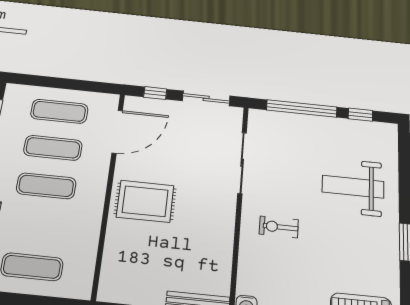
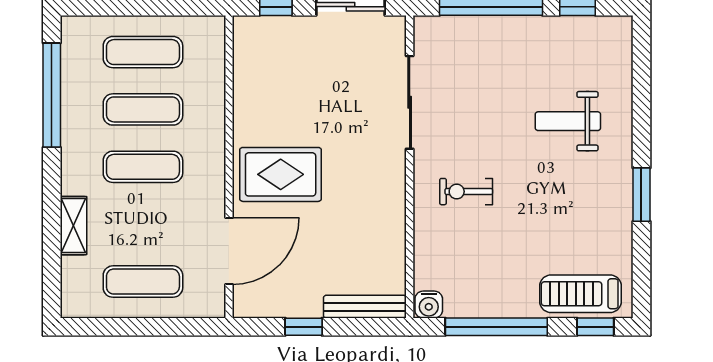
door: (117, 132) -> (229, 251), moved
weight bench: (353, 187) -> (568, 121), width x0.73, depth x0.75

